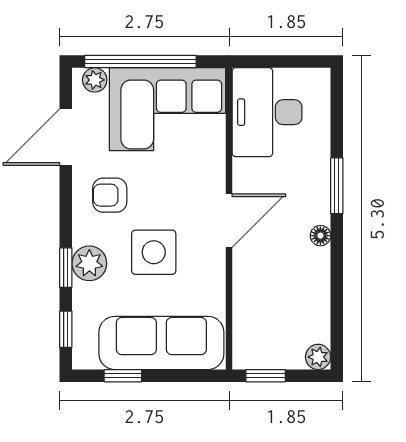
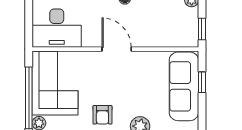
side table: (154, 252) -> (134, 91), removed
window: (123, 376) -> (202, 82), moved

